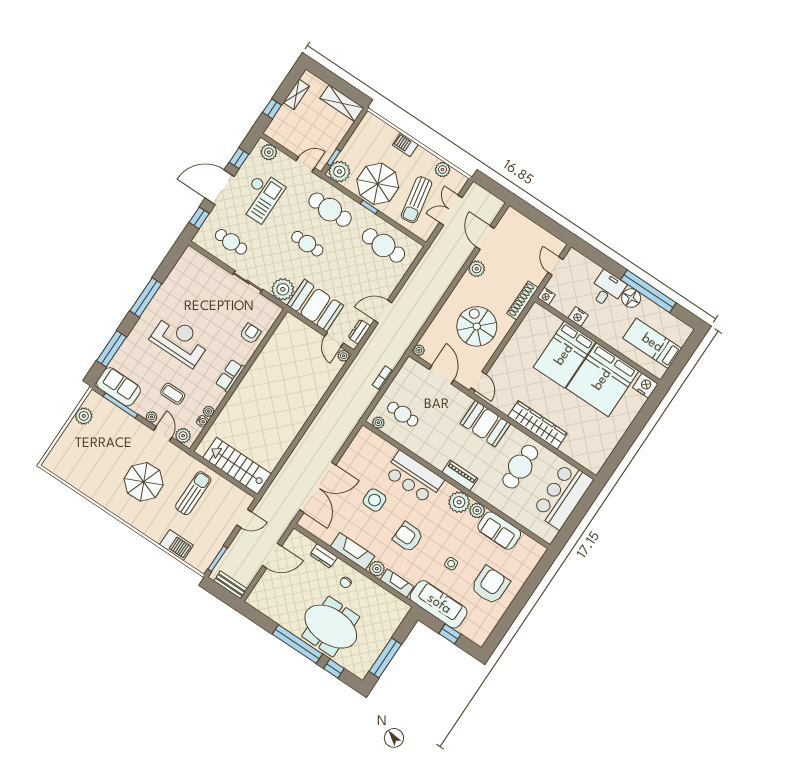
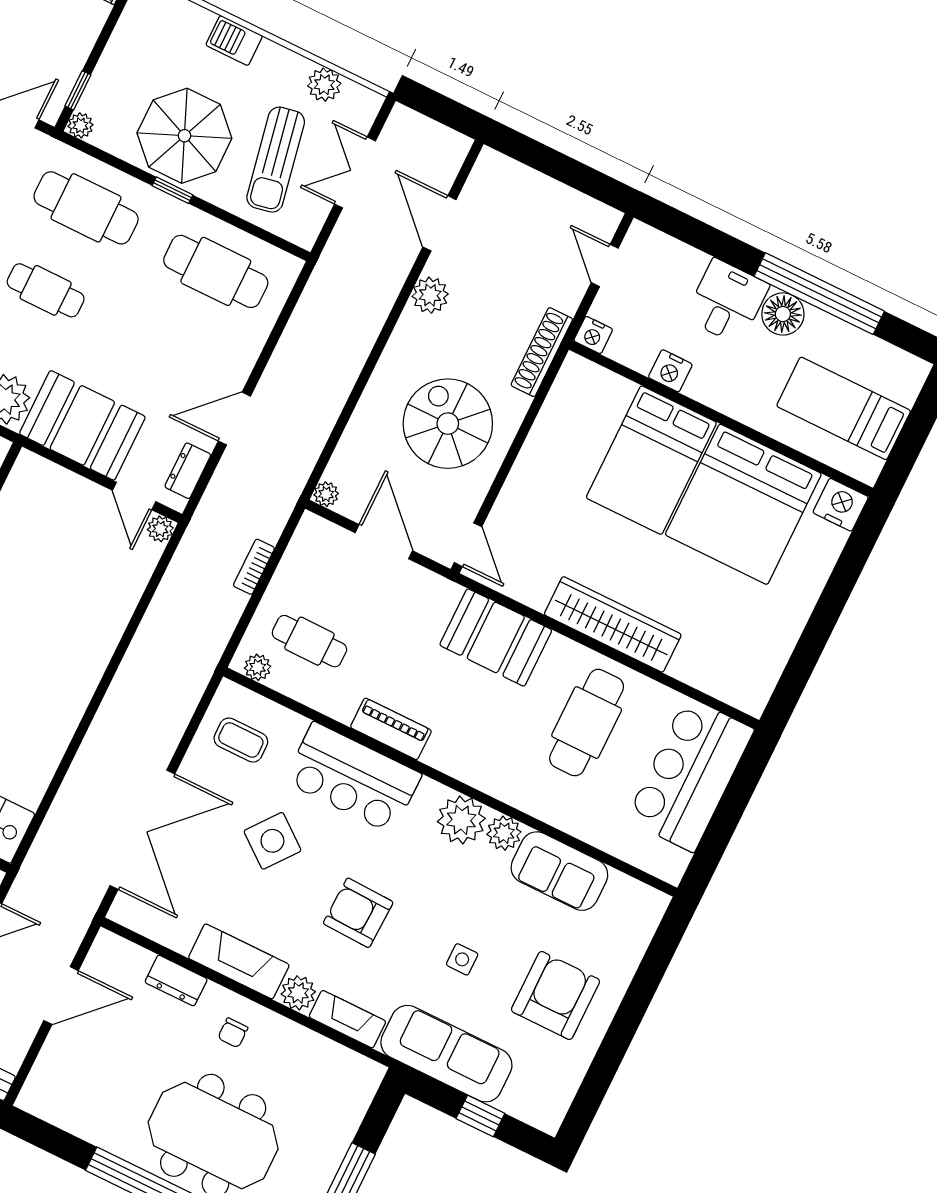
plant: (339, 172) -> (80, 125), width x0.53, depth x0.53
coffee table: (367, 454) -> (241, 740), added
piano: (460, 475) -> (391, 729), moved
side table: (375, 500) -> (272, 841), turned 38

